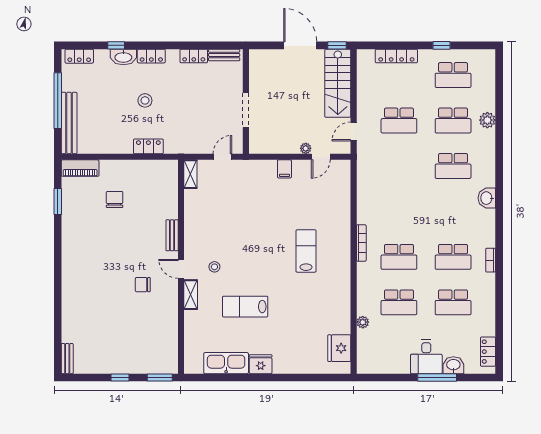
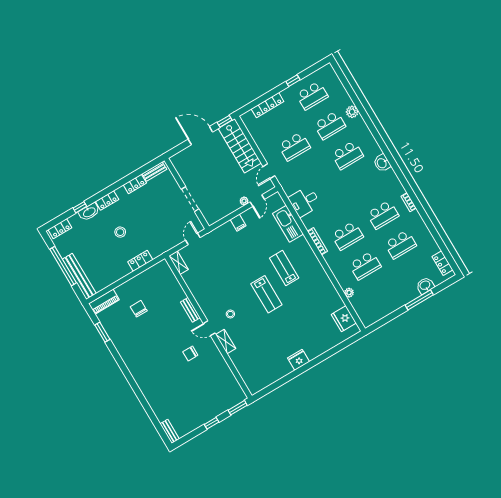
lab bench: (245, 307) -> (266, 294), moved, turned -90
desk: (426, 357) -> (304, 201), moved, turned 90
kitchen sink: (226, 363) -> (288, 224), moved, turned -90

